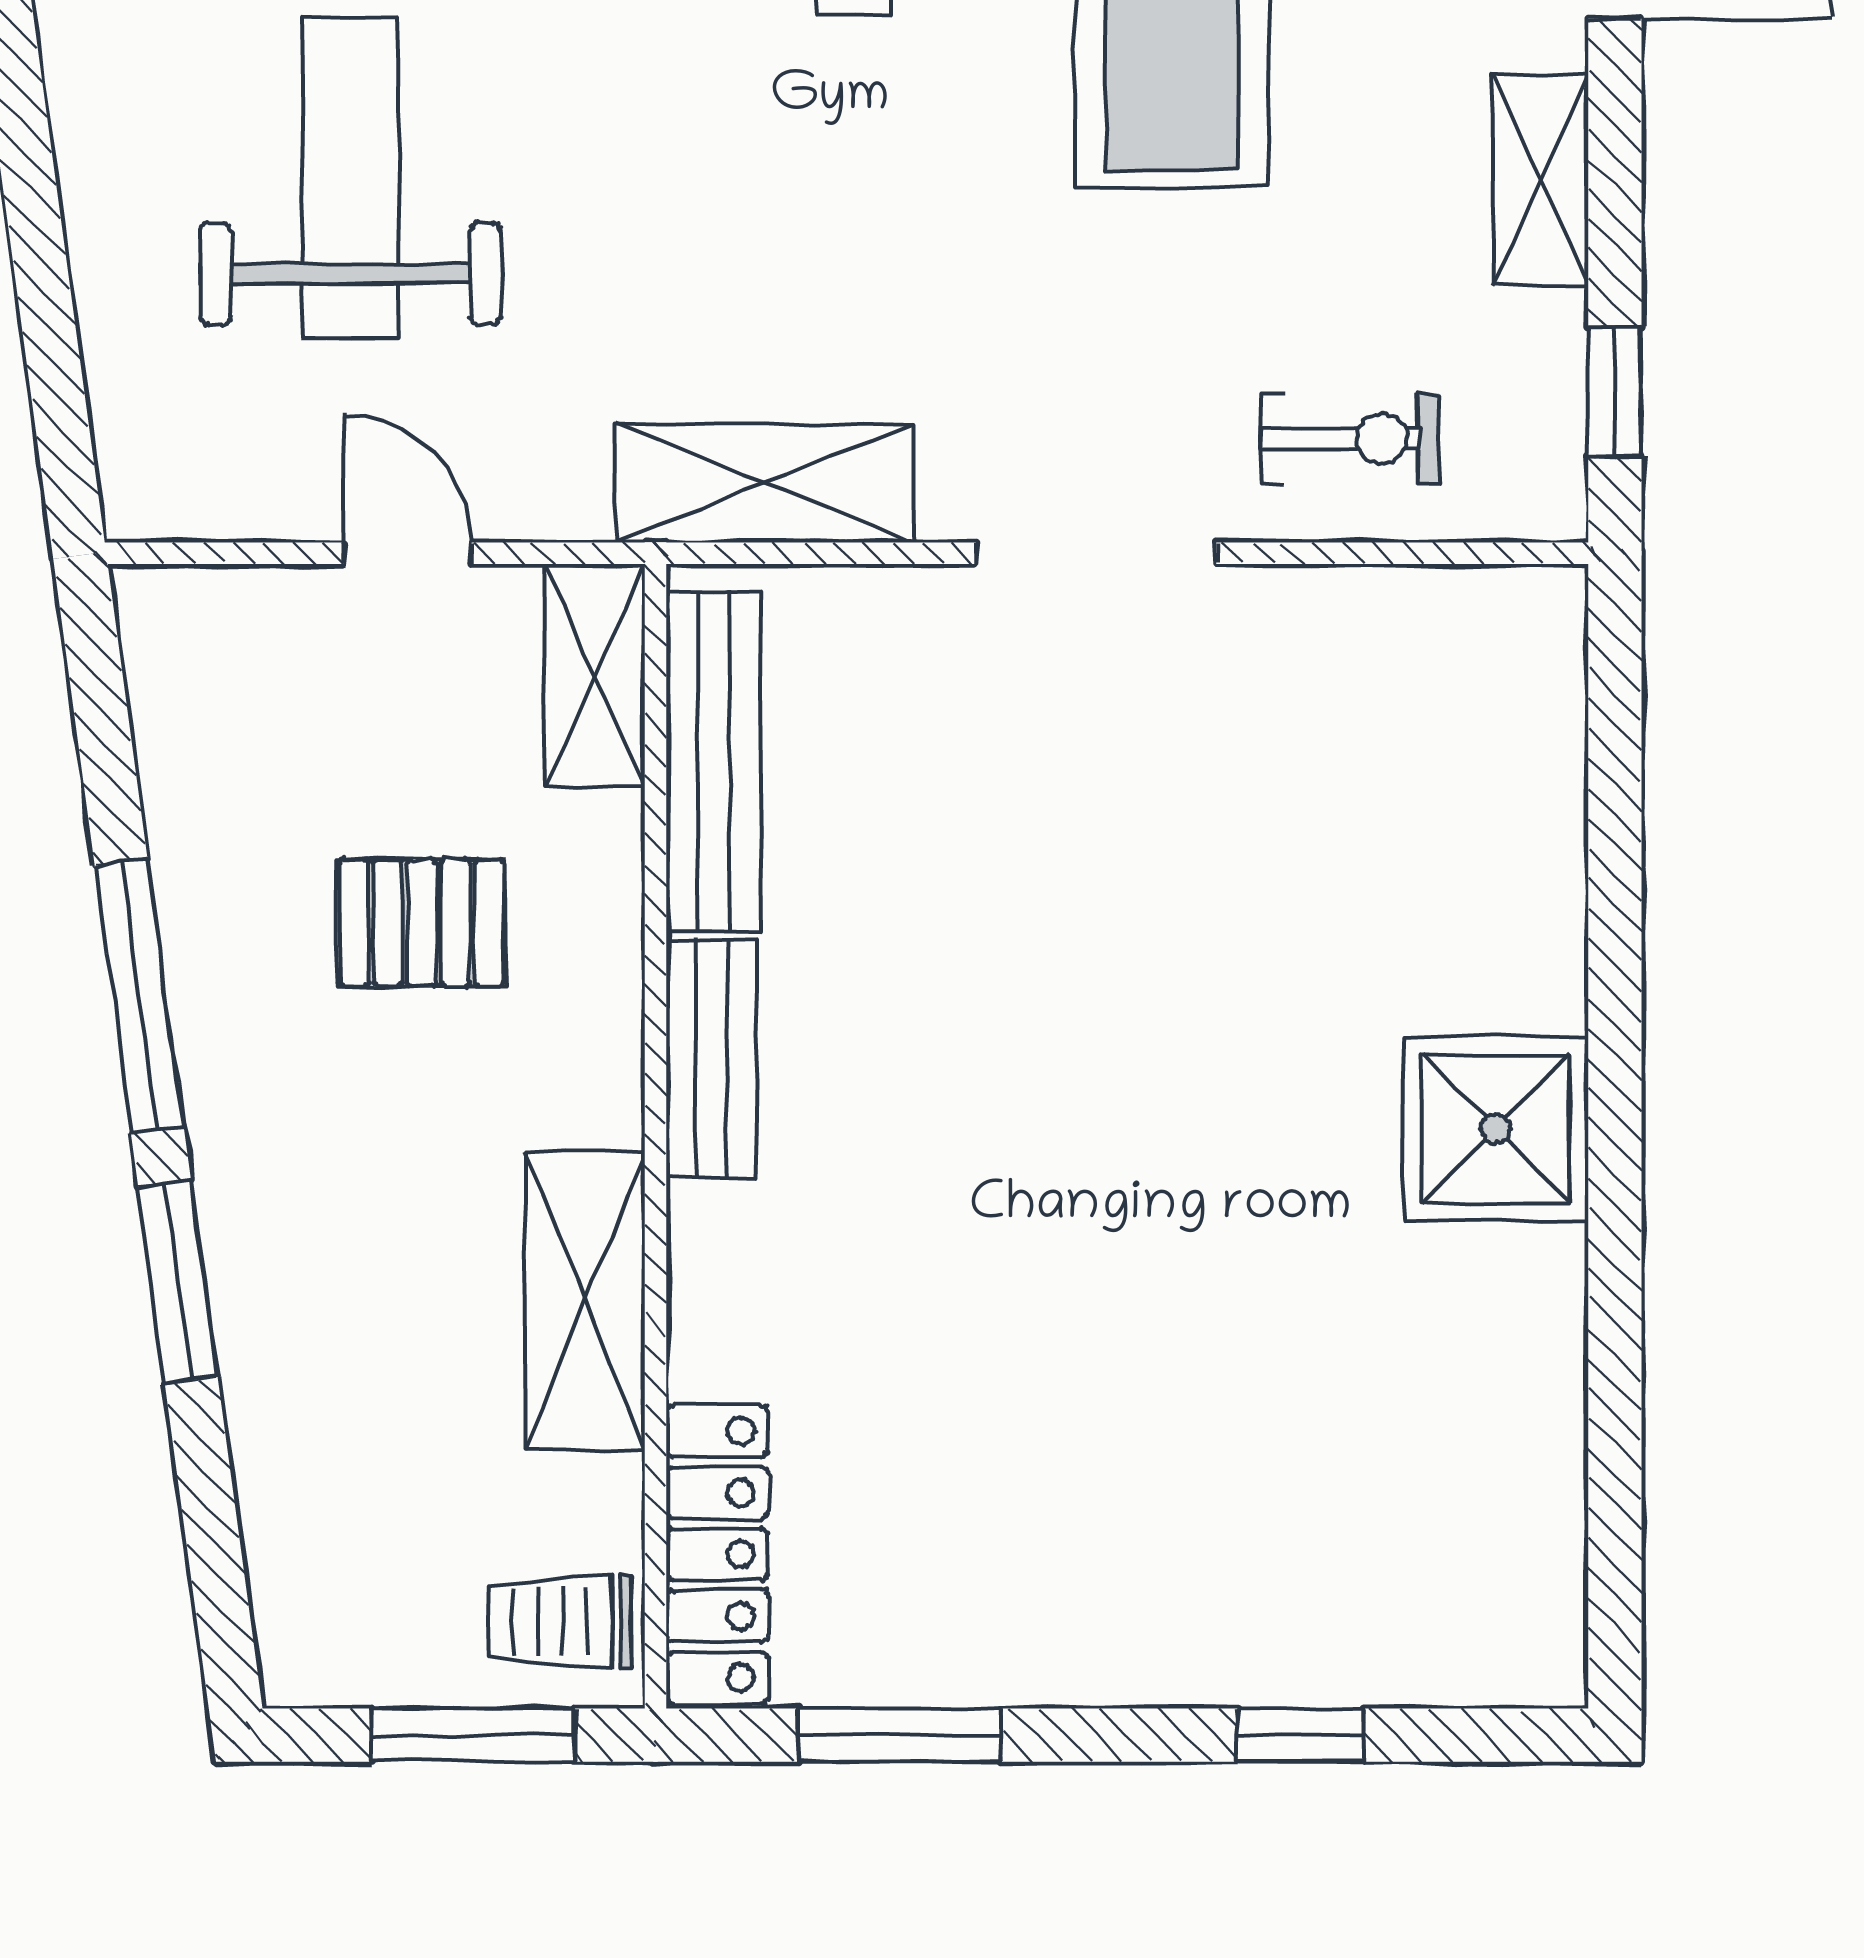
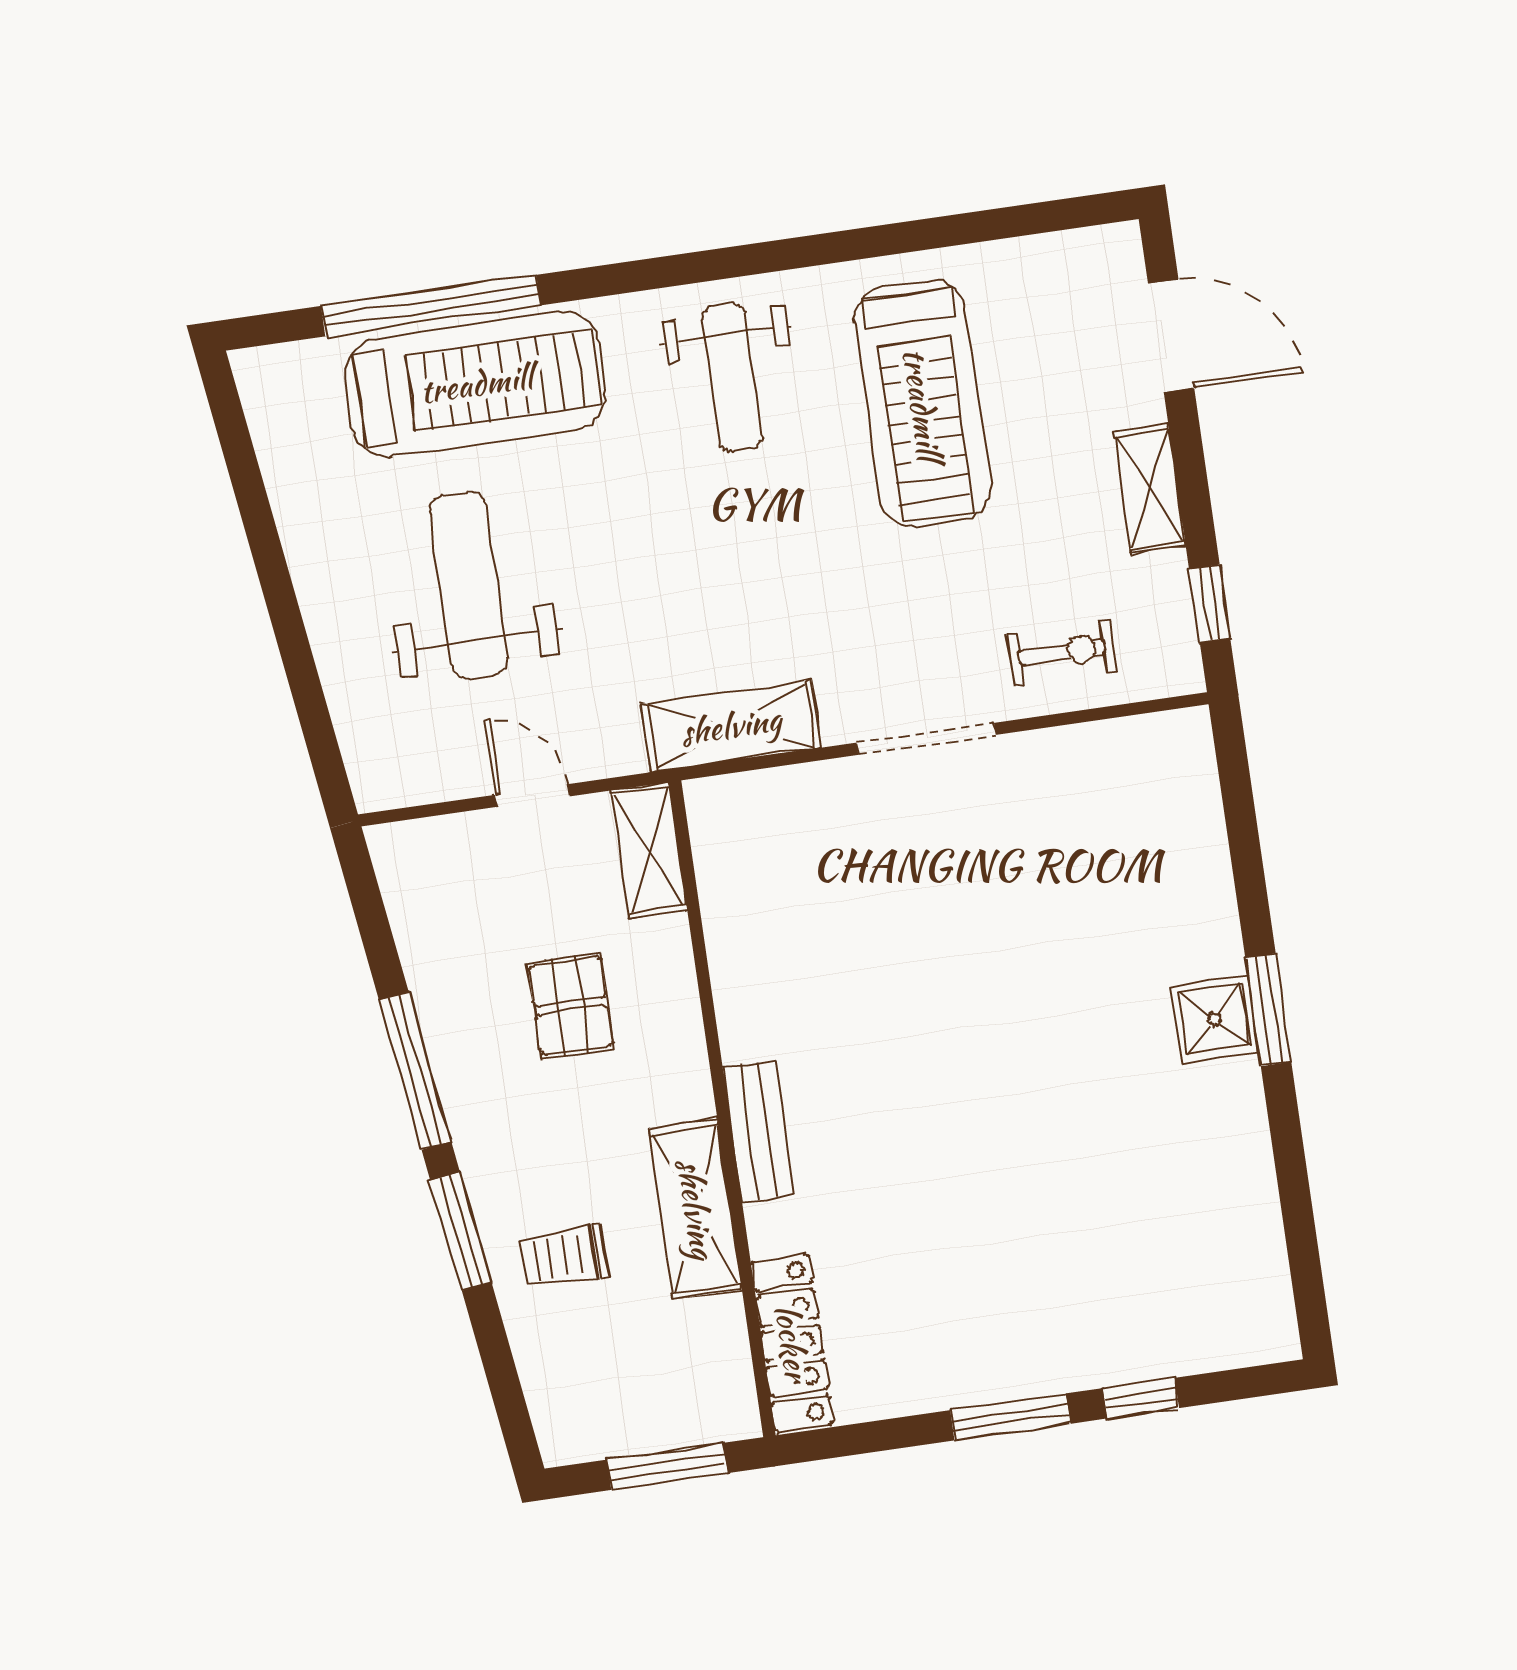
bench: (714, 762) -> (725, 890), removed
pallet: (422, 923) -> (571, 1006), turned 90
bench: (711, 1058) -> (758, 1132), moved
window: (1615, 1102) -> (1268, 1010), added
shower: (1496, 1129) -> (1214, 1019), width x0.73, depth x0.73
trolley: (560, 1622) -> (564, 1256), moved
window: (899, 1735) -> (1010, 1417), moved

